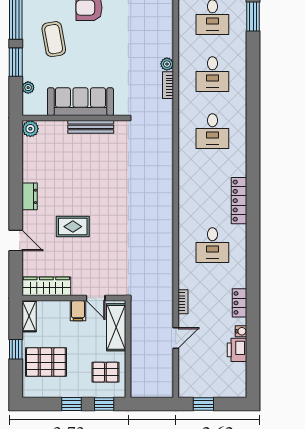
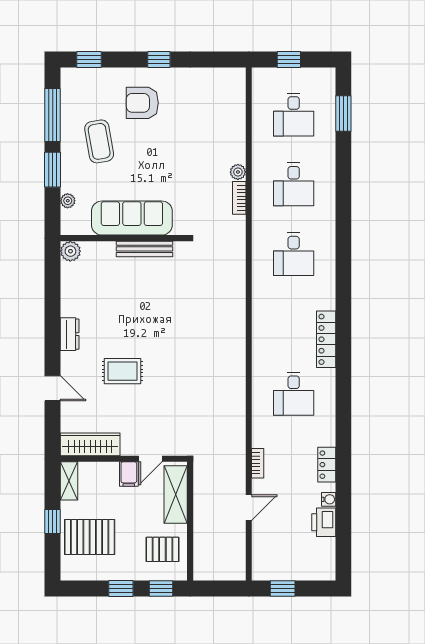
door: (96, 298) -> (150, 459), hinge flipped

